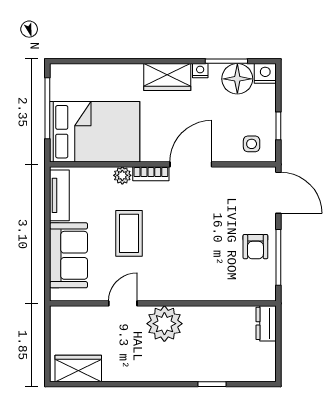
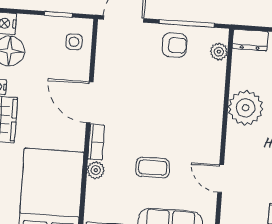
coffee table: (129, 233) -> (153, 168), width x0.73, depth x0.77
plant: (252, 292) -> (219, 52), added
plant: (164, 324) -> (246, 108), moved

